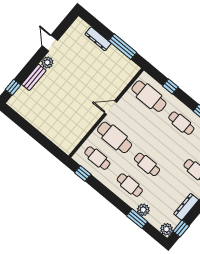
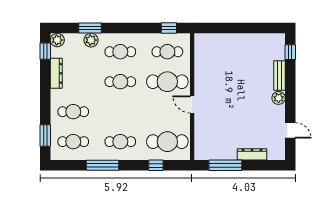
door: (50, 43) -> (290, 130), moved
door: (111, 108) -> (192, 104), swing flipped

